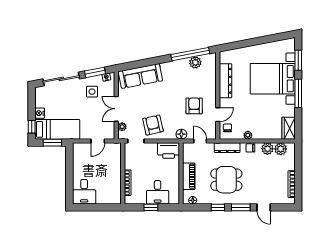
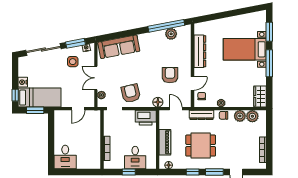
bed with nightstands: (273, 79) -> (245, 49), width x0.73

